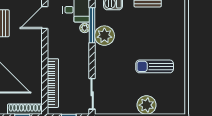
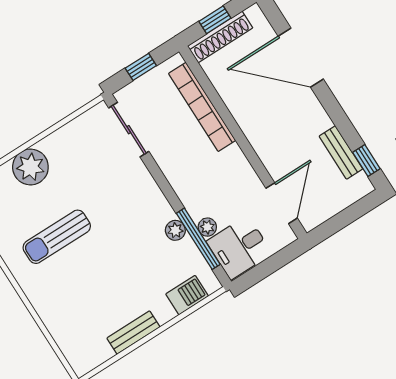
plant: (104, 36) -> (175, 230), width x0.53, depth x0.53
sun lounger: (155, 66) -> (57, 237), turned 180

